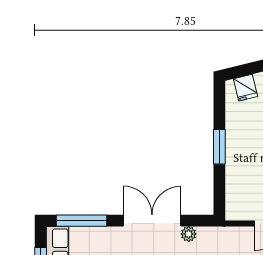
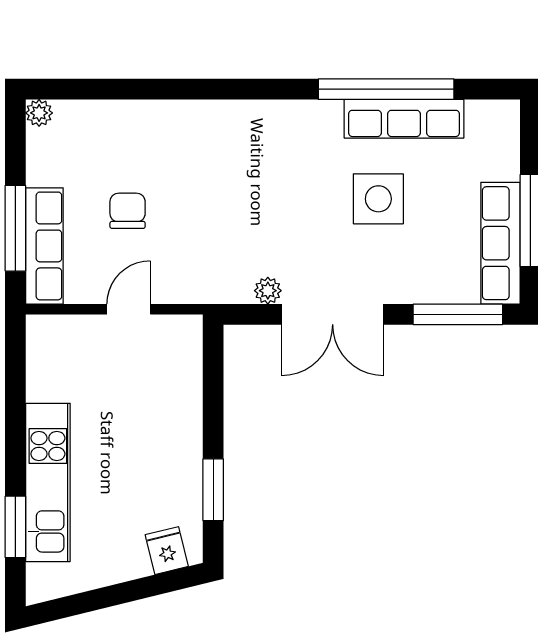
window: (219, 147) -> (213, 490), moved

